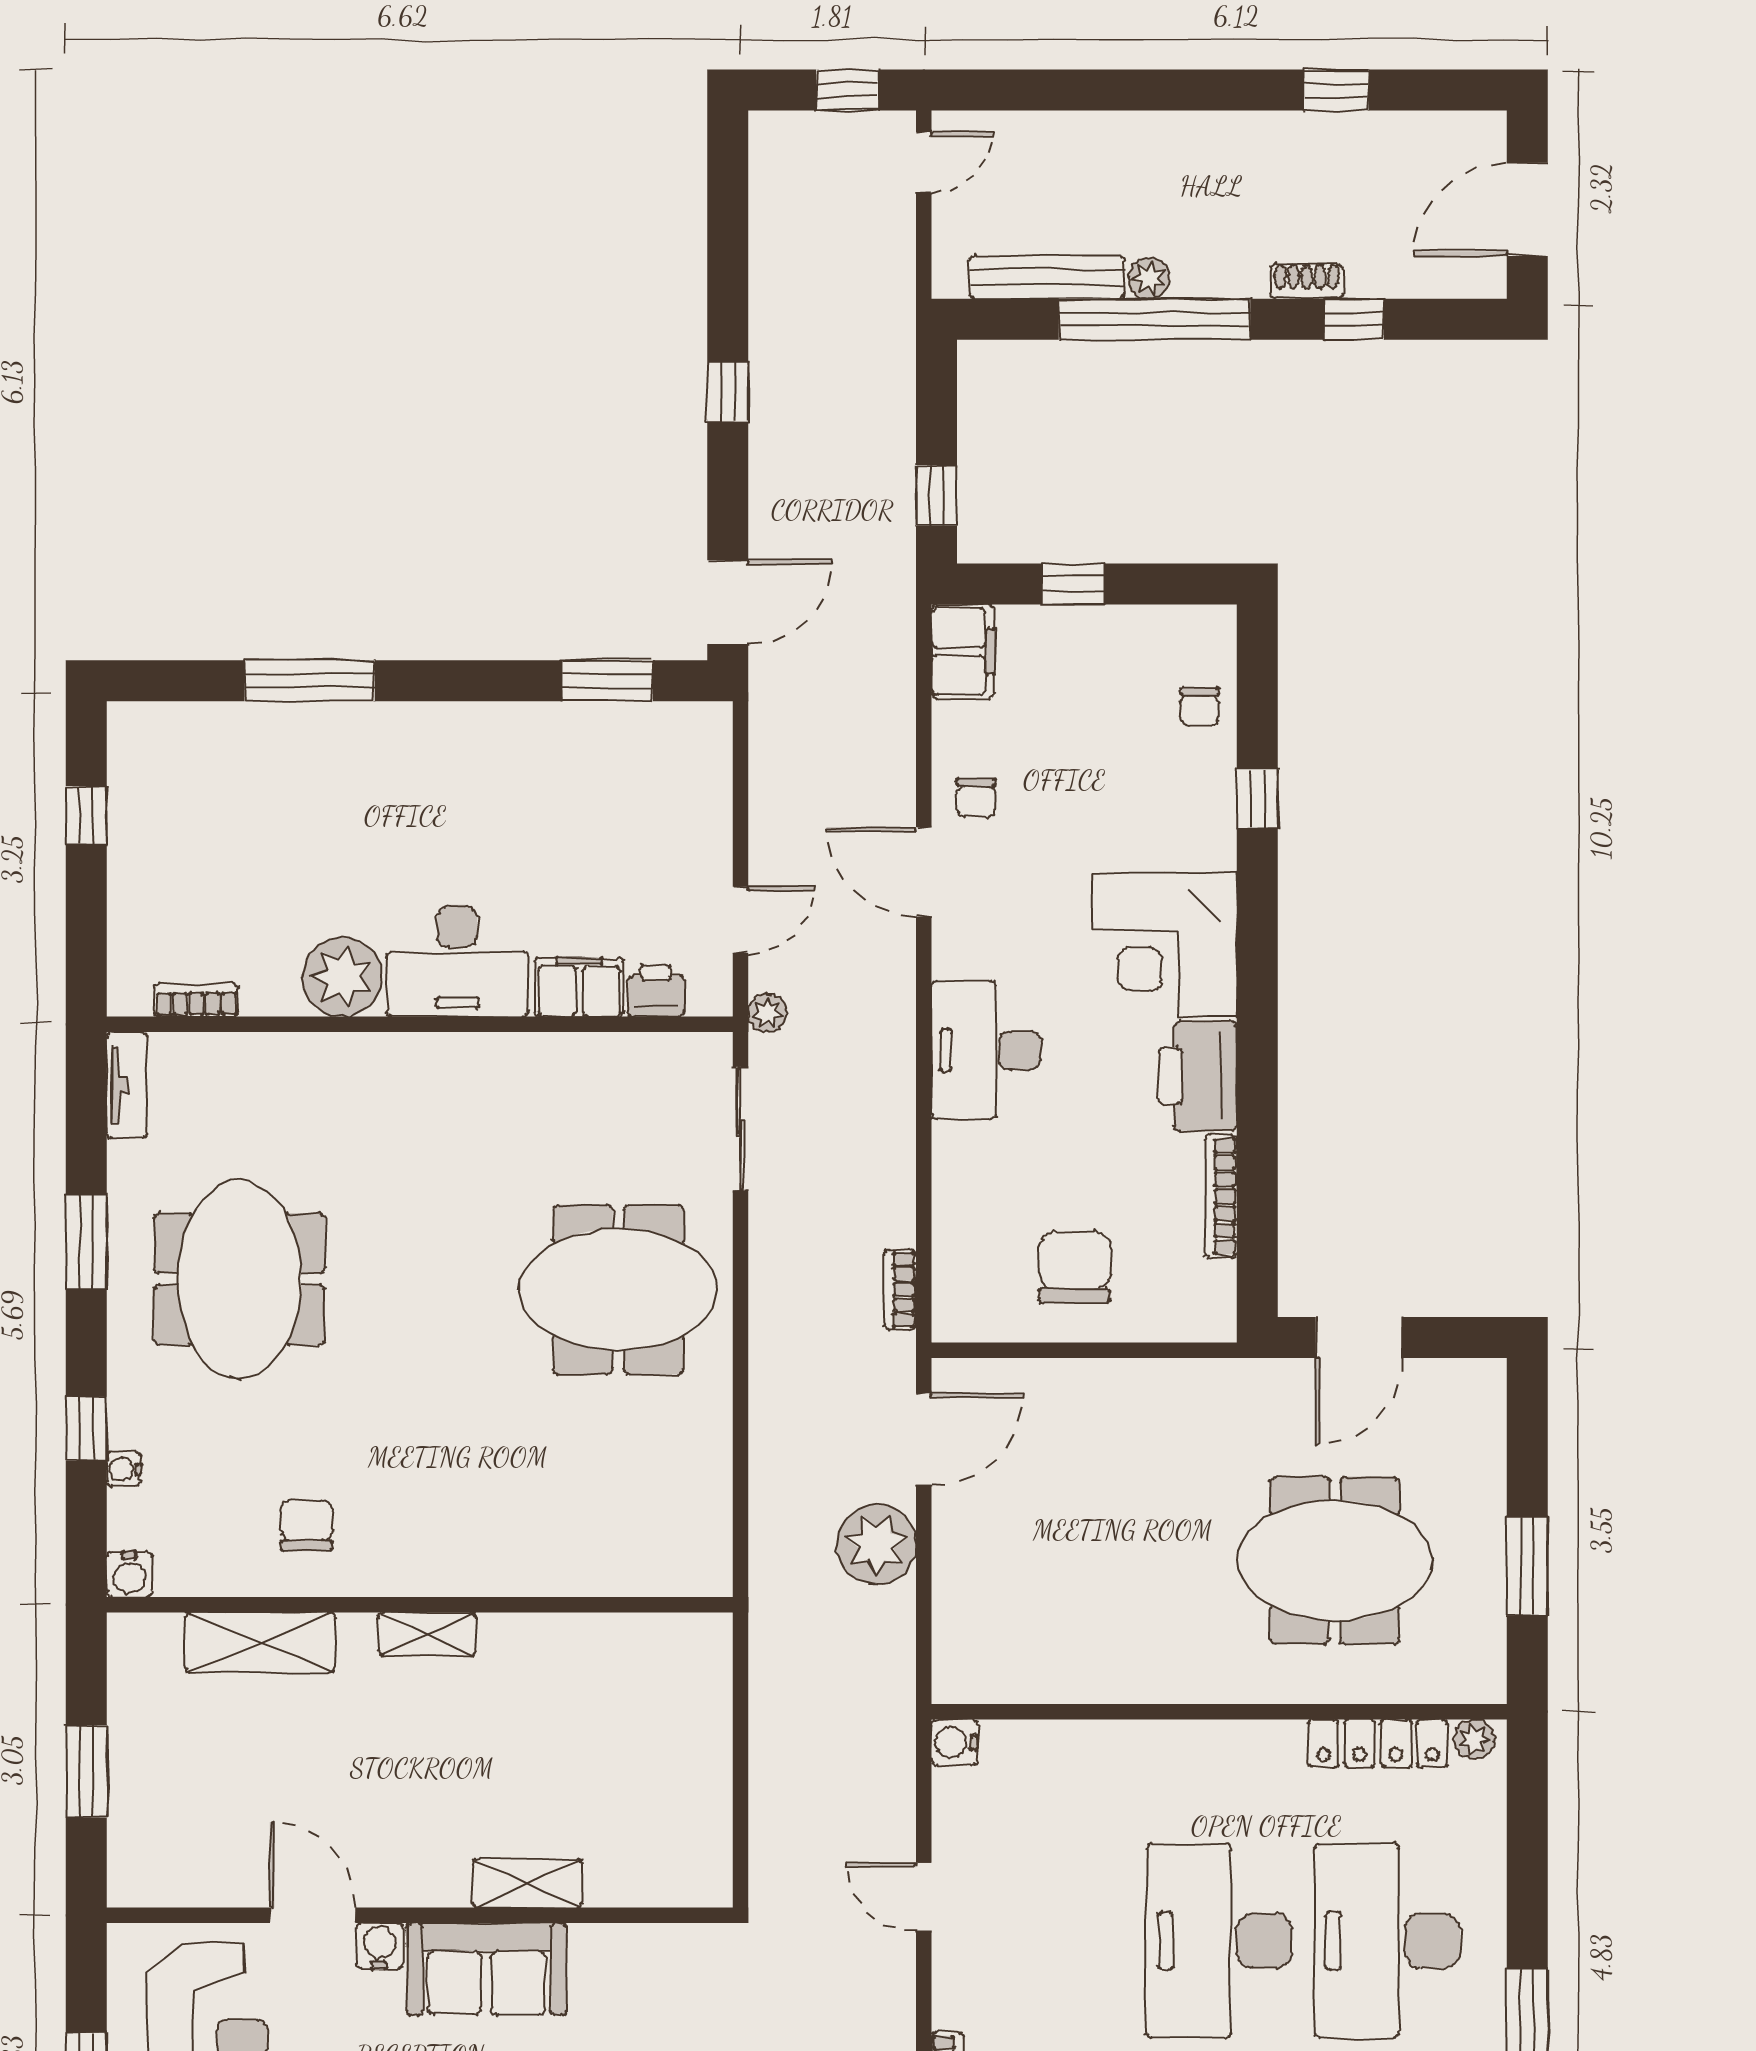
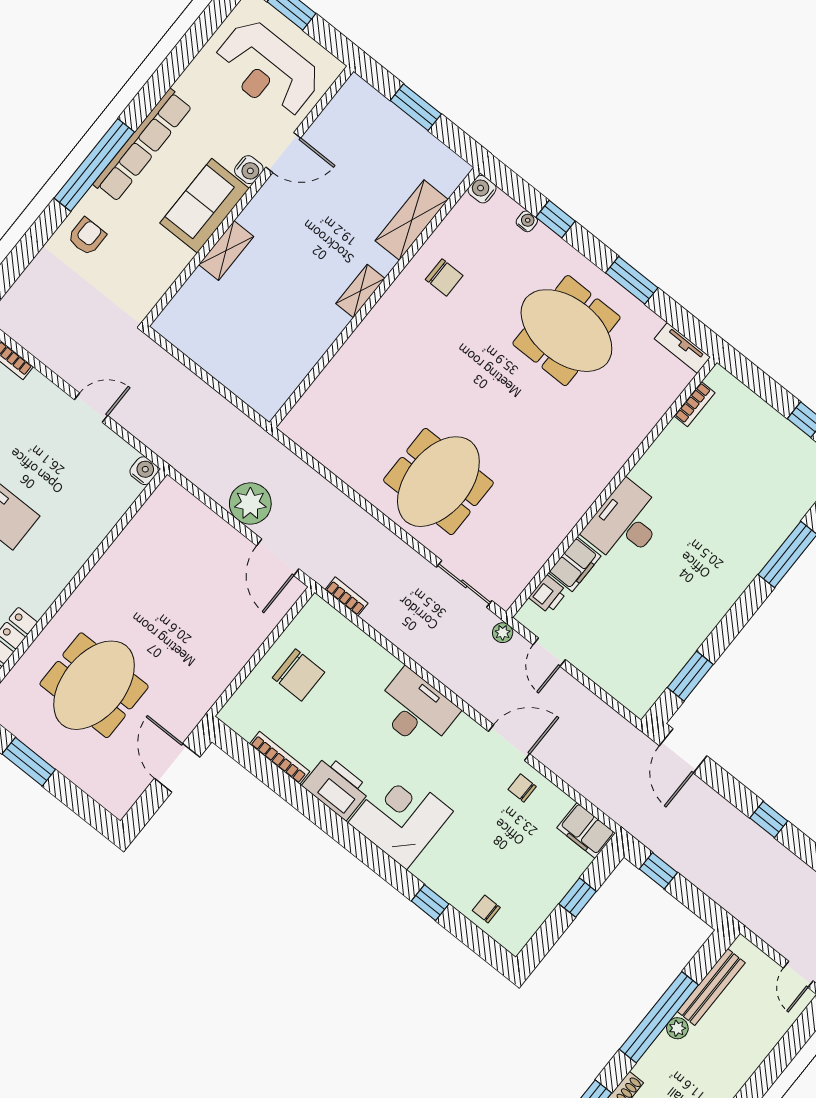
plant: (342, 977) -> (656, 471), removed

